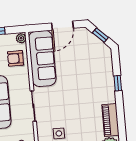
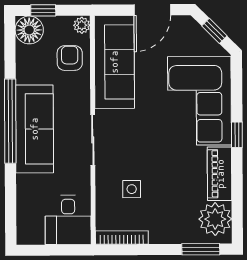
armchair: (16, 58) -> (70, 58), turned 90
corner sofa: (95, 78) -> (199, 101), added
window: (118, 83) -> (237, 135), moved

